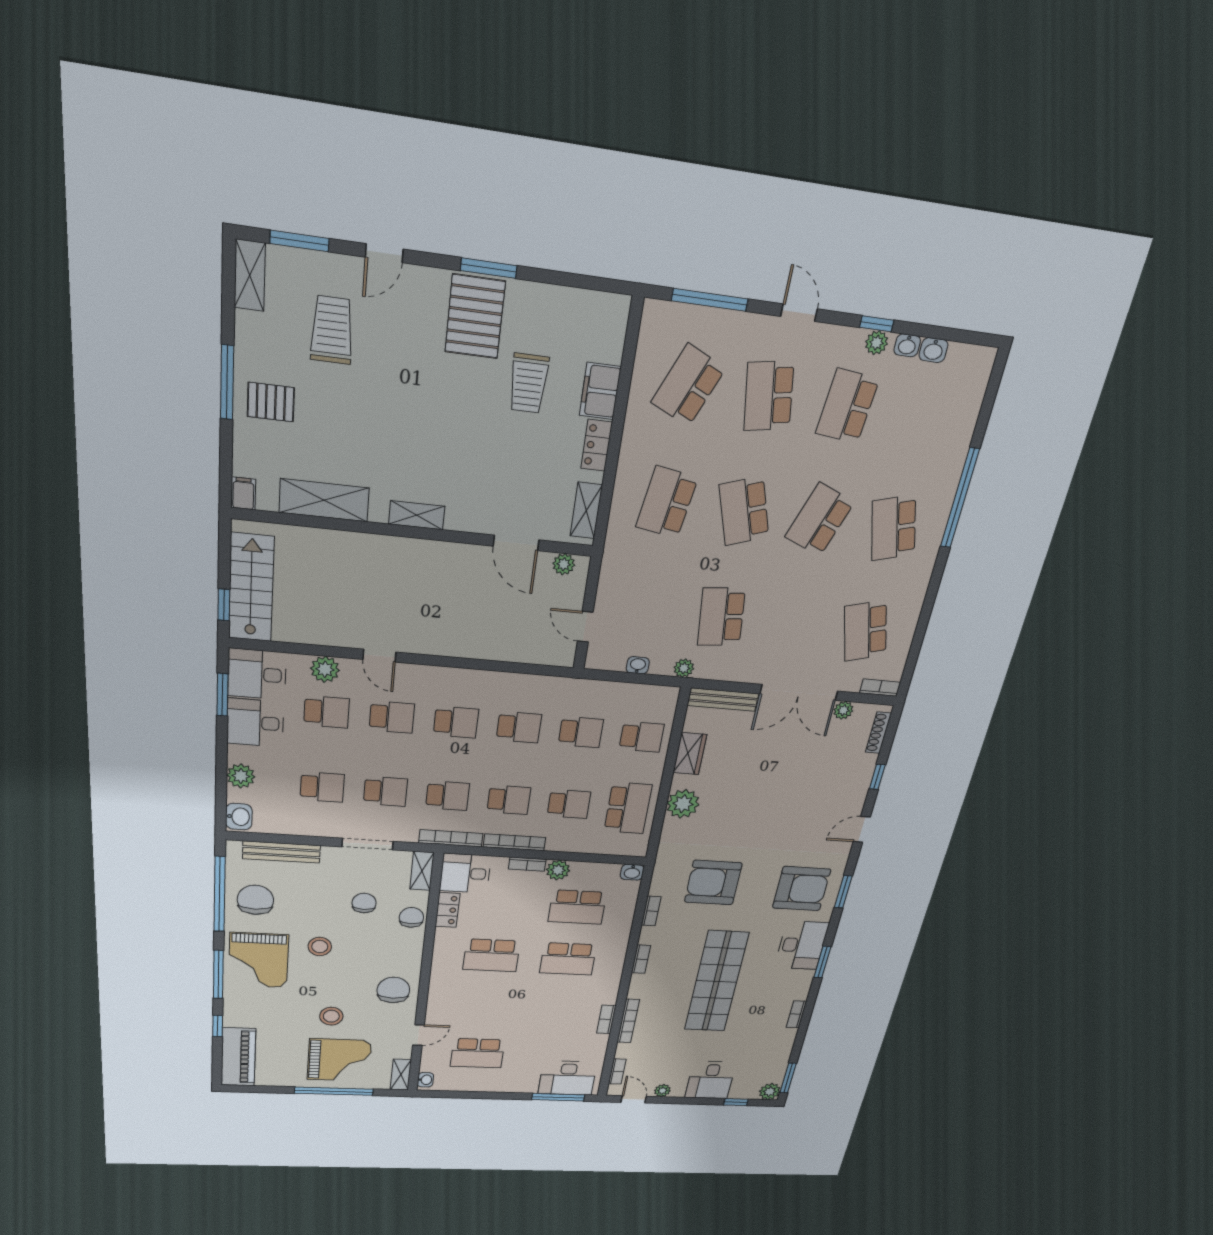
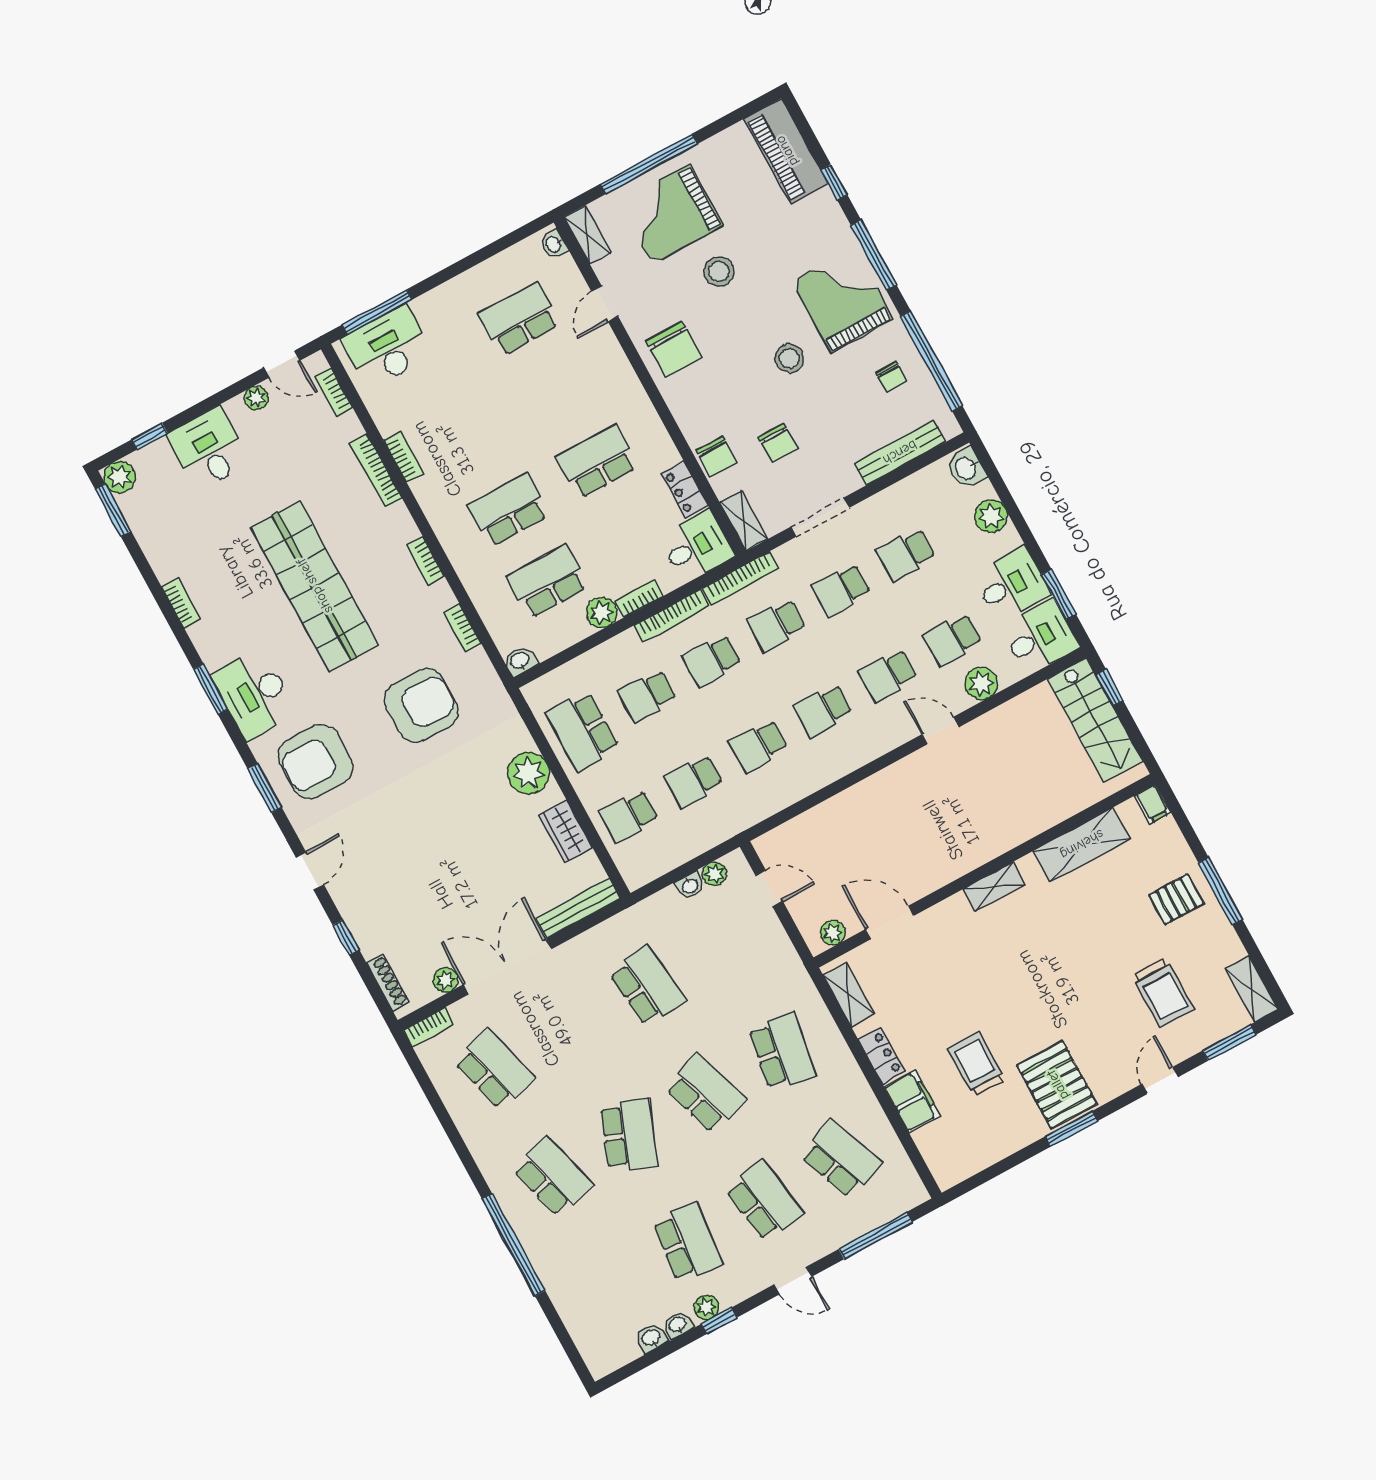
school desk: (688, 385) -> (841, 1159), turned -45
plant: (684, 668) -> (714, 874), moved
chair: (255, 900) -> (891, 377), width x0.54, depth x0.54

